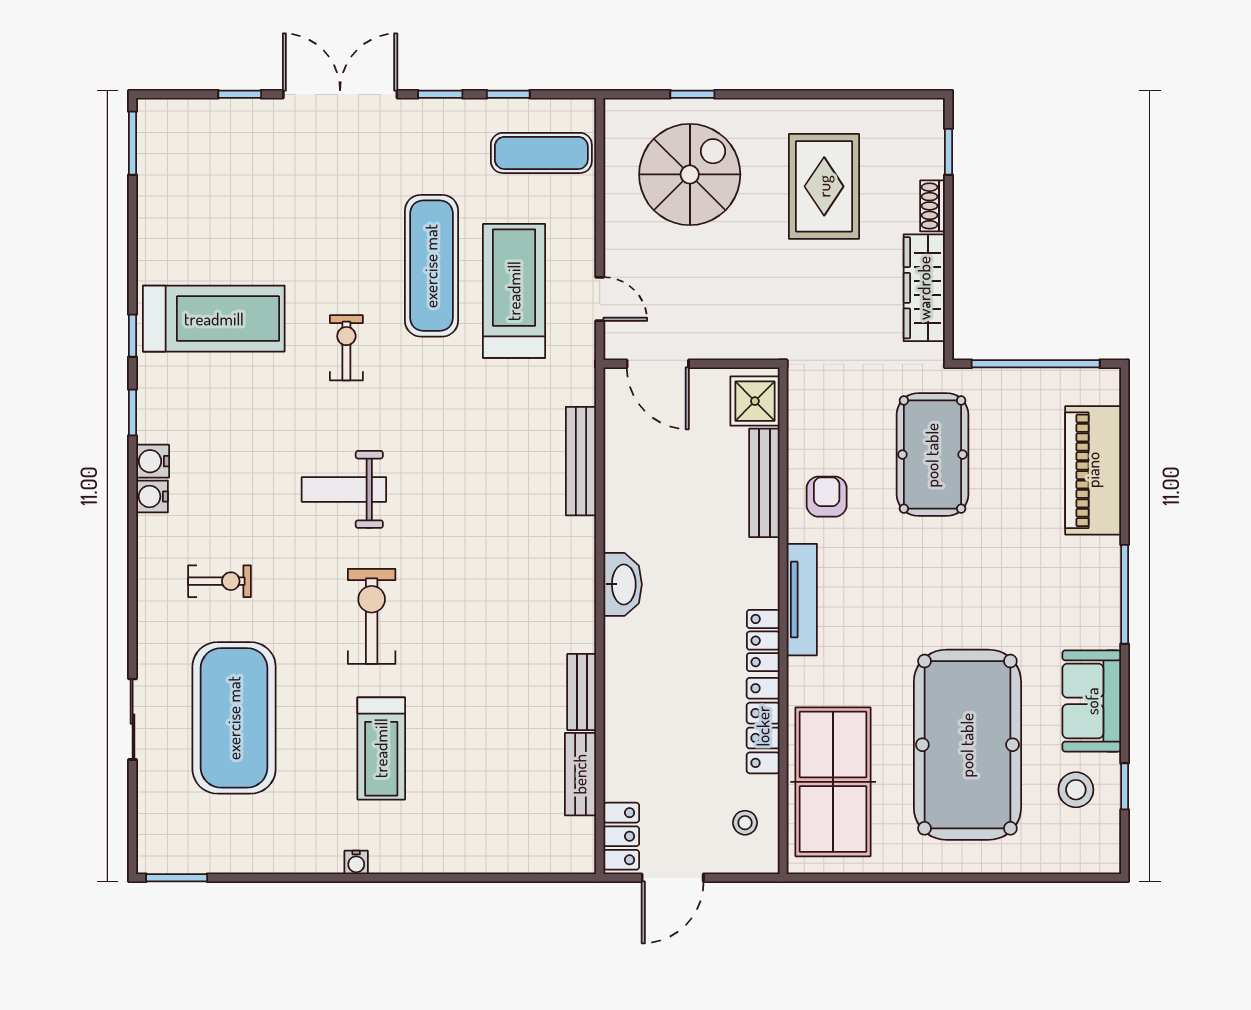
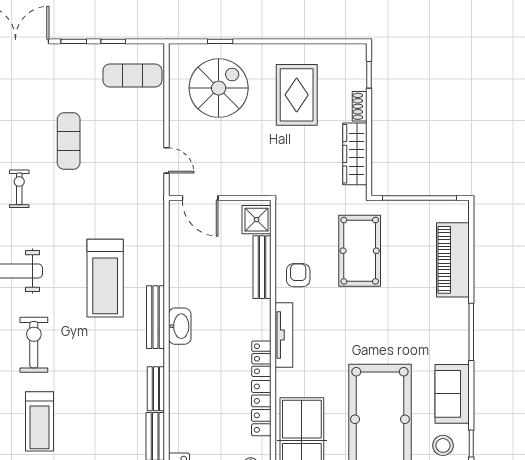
exercise mat: (431, 266) -> (69, 141), width x0.73, depth x0.69
treadmill: (514, 291) -> (105, 278), moved, turned 180
bench: (581, 461) -> (156, 317), moved

